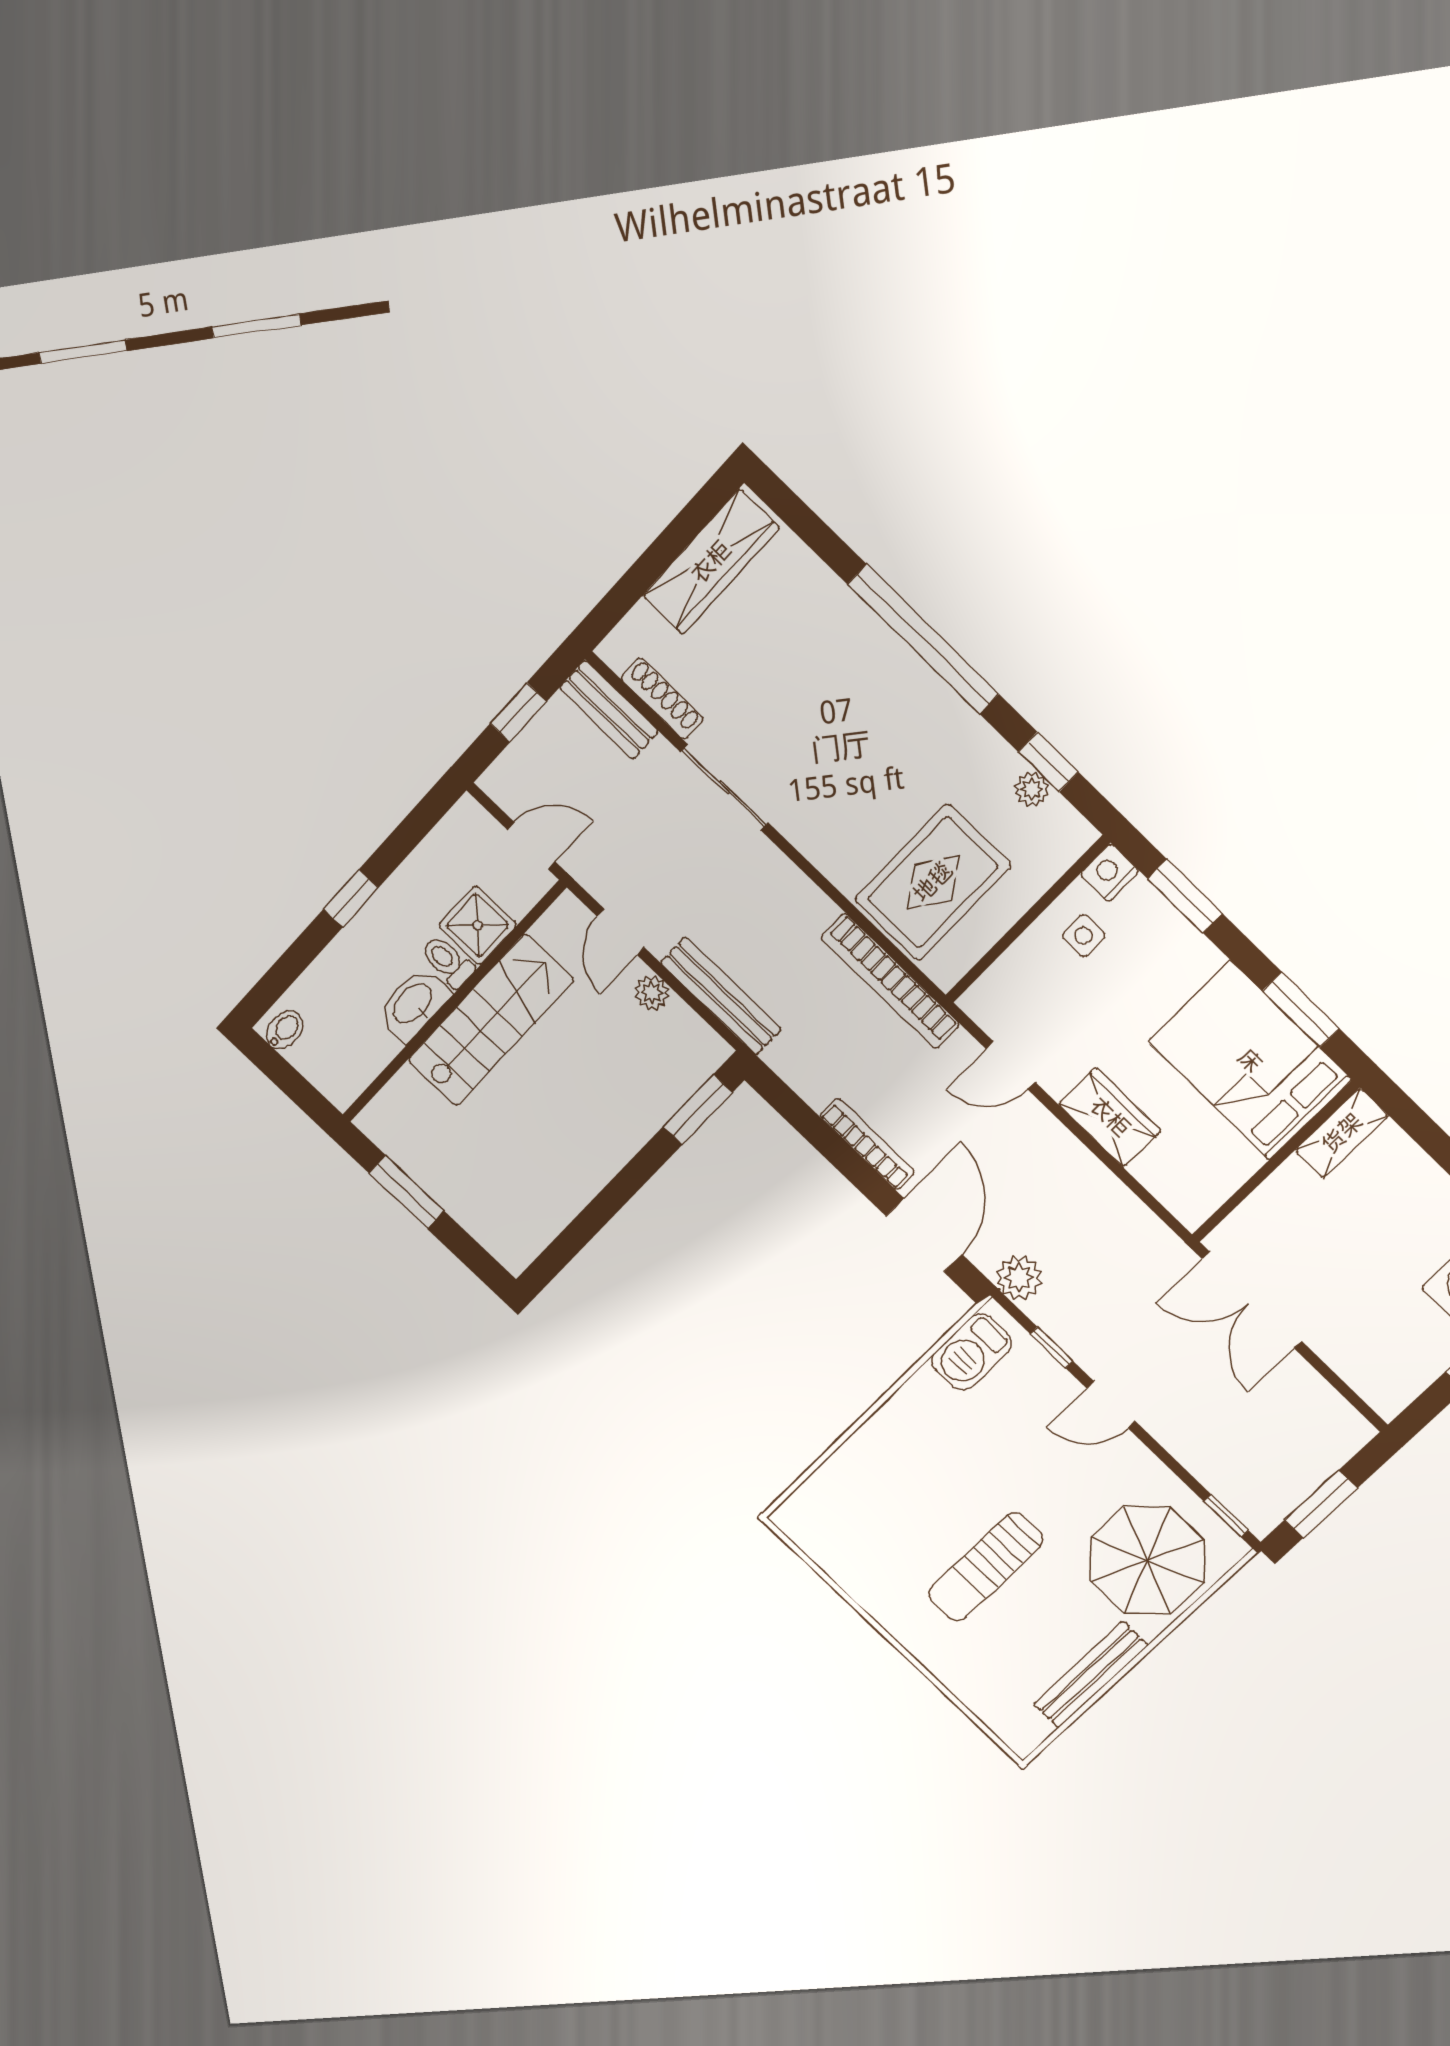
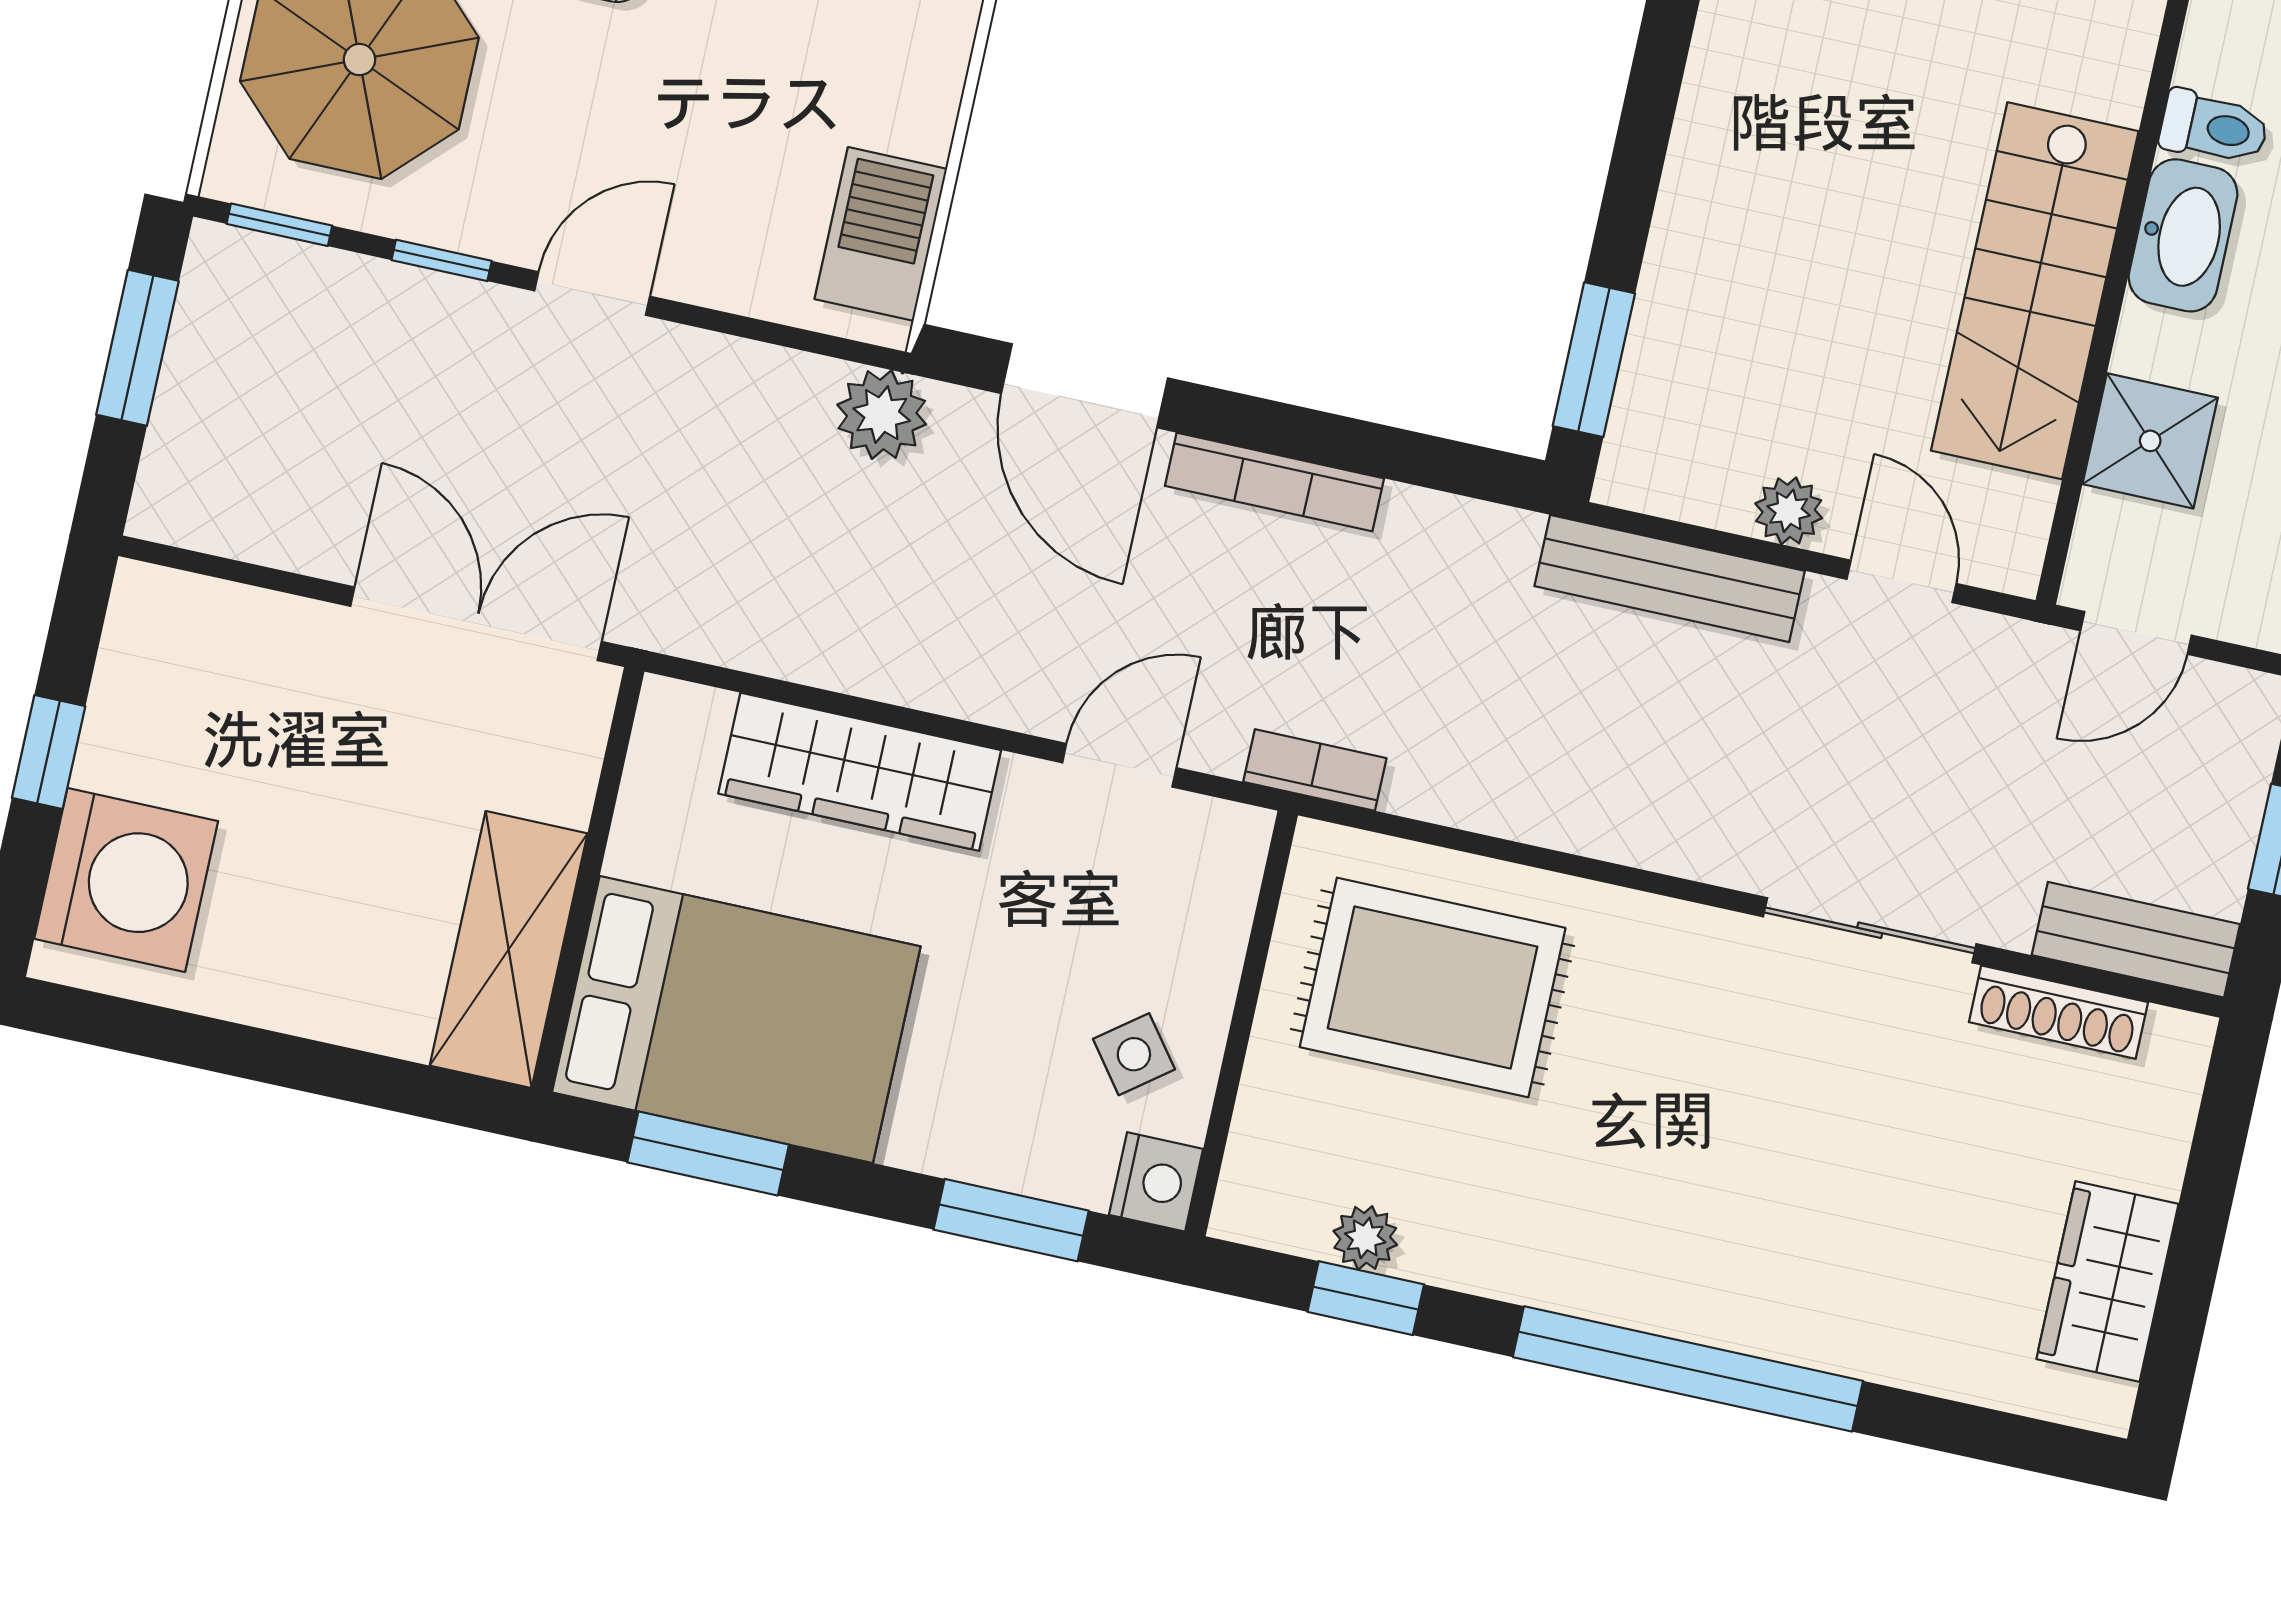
wardrobe: (711, 562) -> (2107, 1281), width x0.67
rug: (933, 882) -> (1433, 987), turned 90
side table: (1084, 936) -> (1134, 1054), turned -37
toilet: (448, 962) -> (2214, 127), moved
bookcase: (890, 981) -> (1315, 770), width x0.43, depth x0.76
wardrobe: (1110, 1117) -> (860, 772), width x1.50
shelving: (1342, 1133) -> (509, 949), width x1.50, depth x1.33
window: (1052, 1348) -> (442, 260), moved

